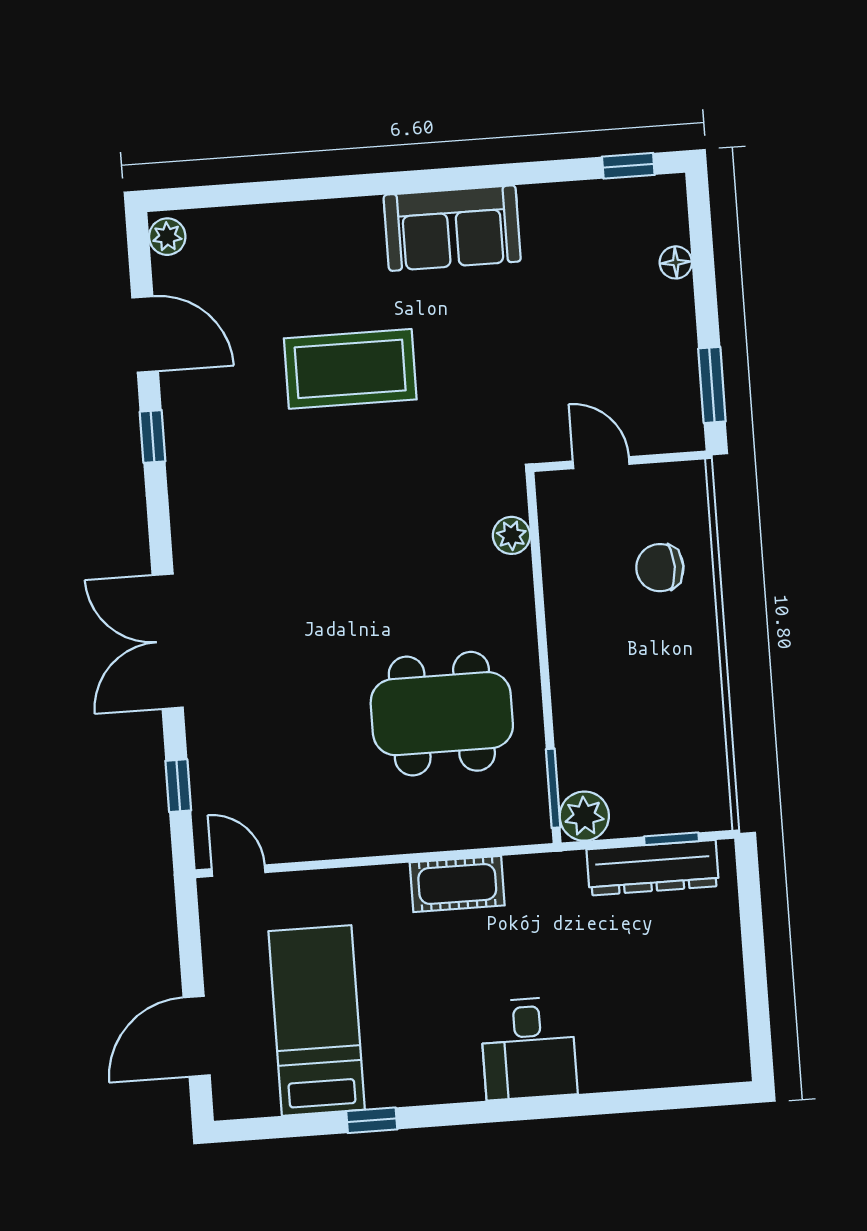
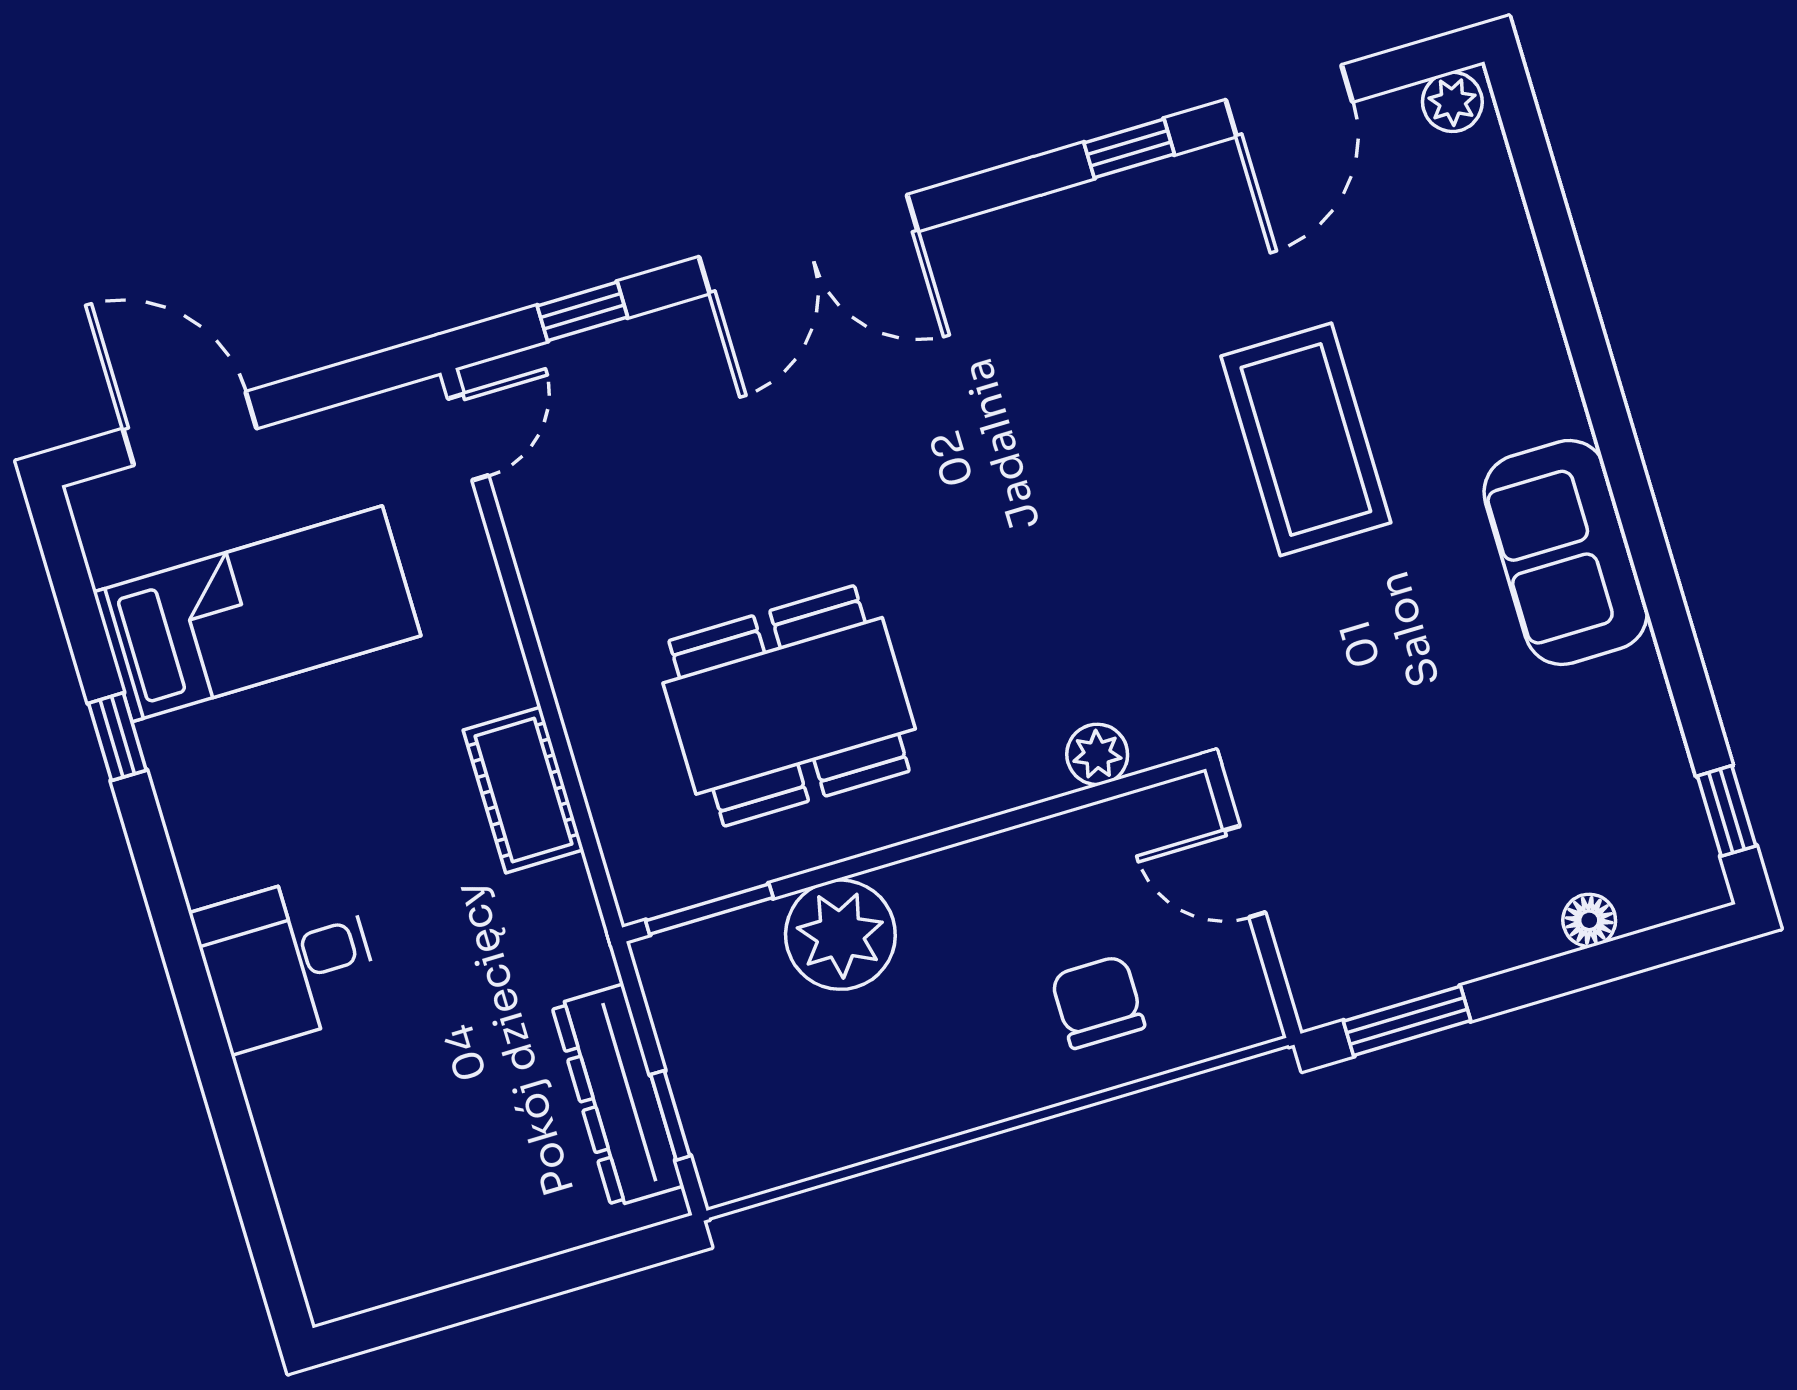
door: (601, 463) -> (1244, 872), swing flipped
double door: (168, 641) -> (808, 244), swing flipped
dining table: (442, 714) -> (789, 706), turned 90
plant: (584, 816) -> (840, 935), moved, width x1.36, depth x1.36

